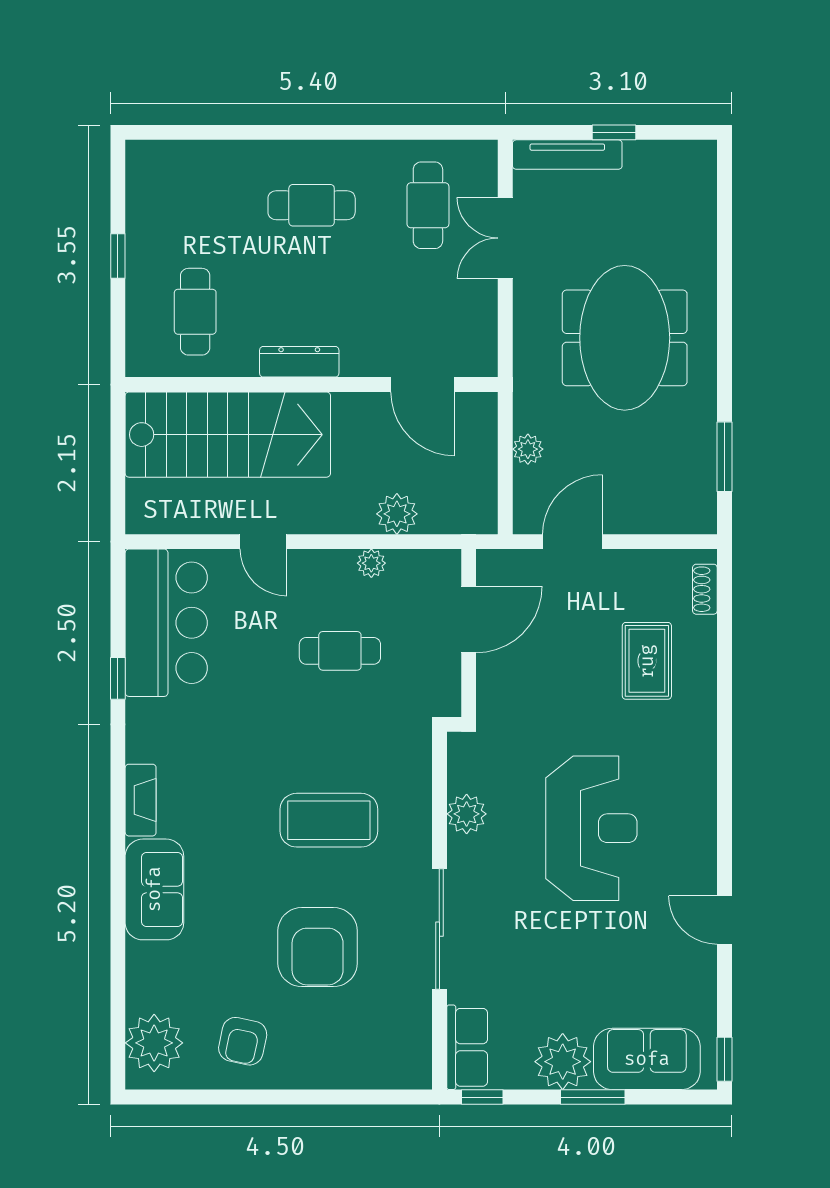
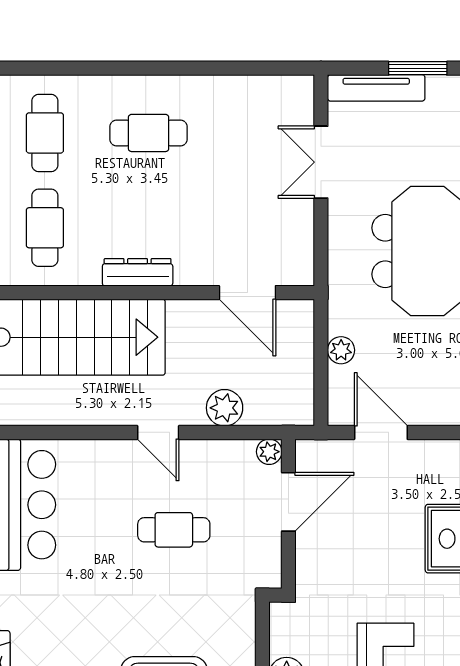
window: (614, 132) -> (418, 68), width x1.50
cafe table: (428, 205) -> (45, 133), moved
door: (263, 542) -> (158, 432), moved
door: (573, 542) -> (381, 432), hinge flipped
plant: (371, 563) -> (269, 452), moved

